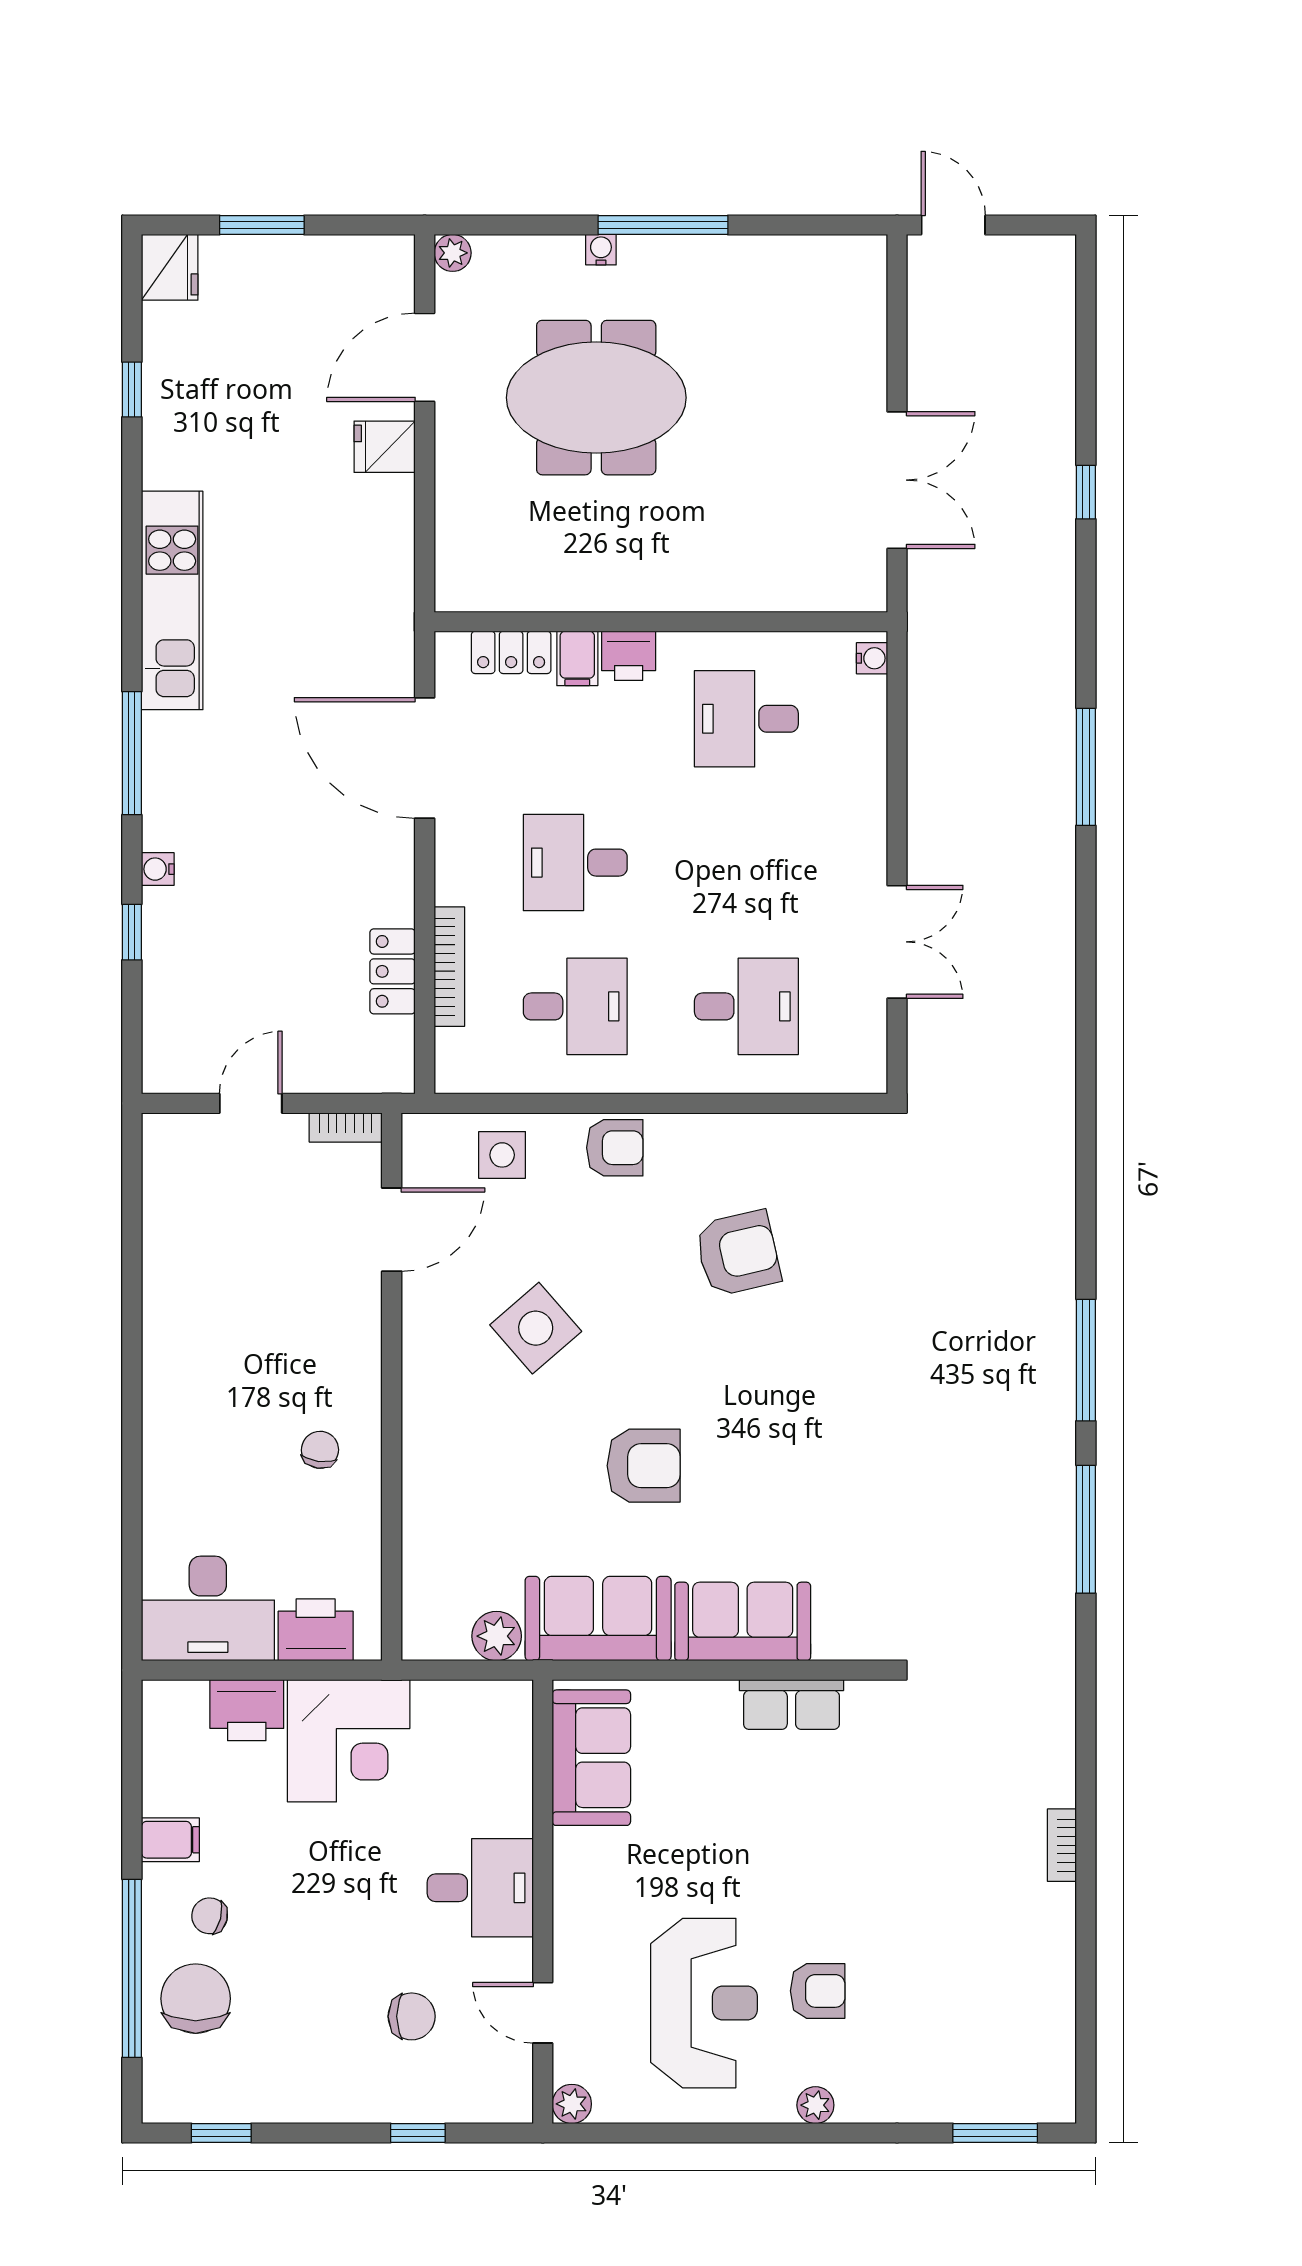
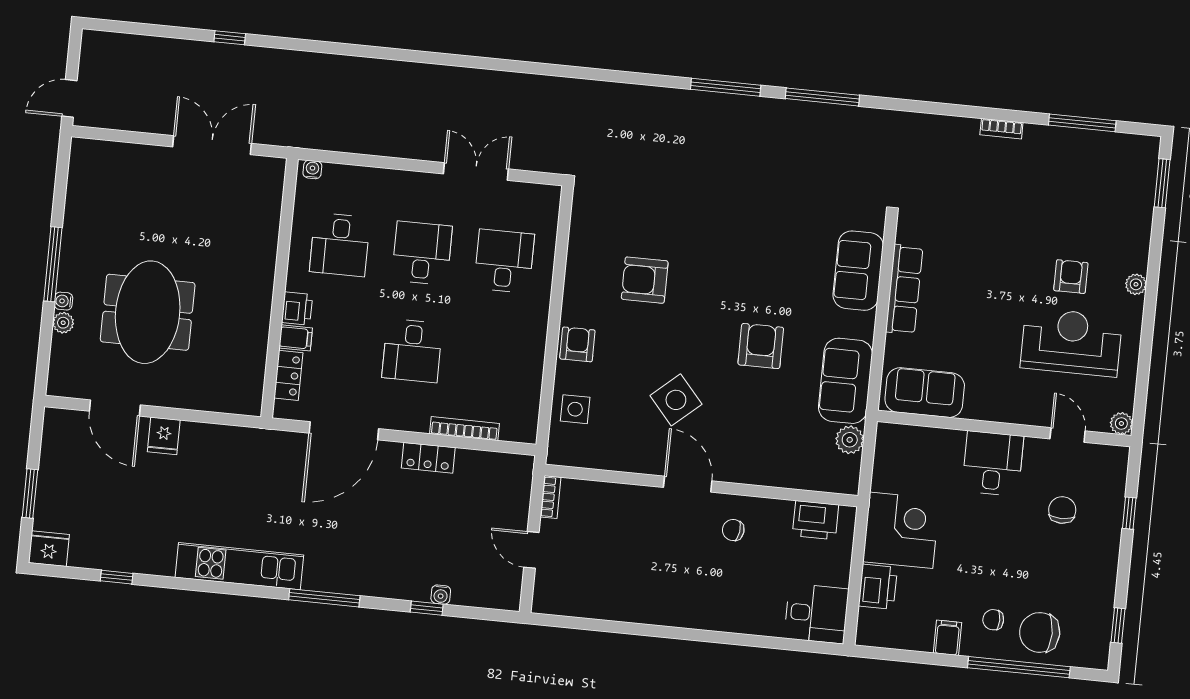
plant: (453, 253) -> (63, 323), moved
window: (1086, 767) -> (1082, 123), moved
water cooler: (158, 869) -> (441, 595), moved
locker: (393, 971) -> (428, 458), moved
desk: (575, 1006) -> (422, 253), moved
door: (392, 1230) -> (688, 484), moved
armchair: (738, 1253) -> (645, 280), turned -77
desk: (208, 1608) -> (816, 614), width x0.73
sofa: (743, 1621) -> (858, 271), moved
printer: (316, 1630) -> (815, 520), moved, turned -90
row of seats: (791, 1705) -> (904, 289), width x1.48
chair: (210, 1916) -> (993, 620), turned 76
door: (543, 2013) -> (1068, 435), swing flipped

